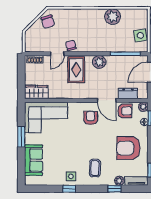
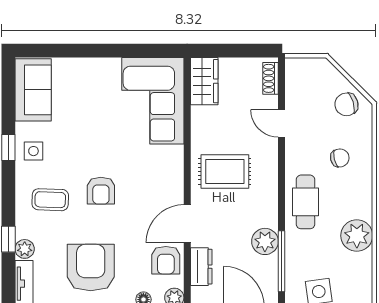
cafe table: (96, 42) -> (305, 202), added
chair: (71, 45) -> (340, 158), moved
plant: (99, 62) -> (265, 241), moved
rug: (76, 70) -> (225, 172), moved
armchair: (91, 118) -> (101, 191), moved, turned 90
window: (21, 137) -> (114, 51), removed
sofa: (34, 160) -> (33, 90), moved, turned -90

